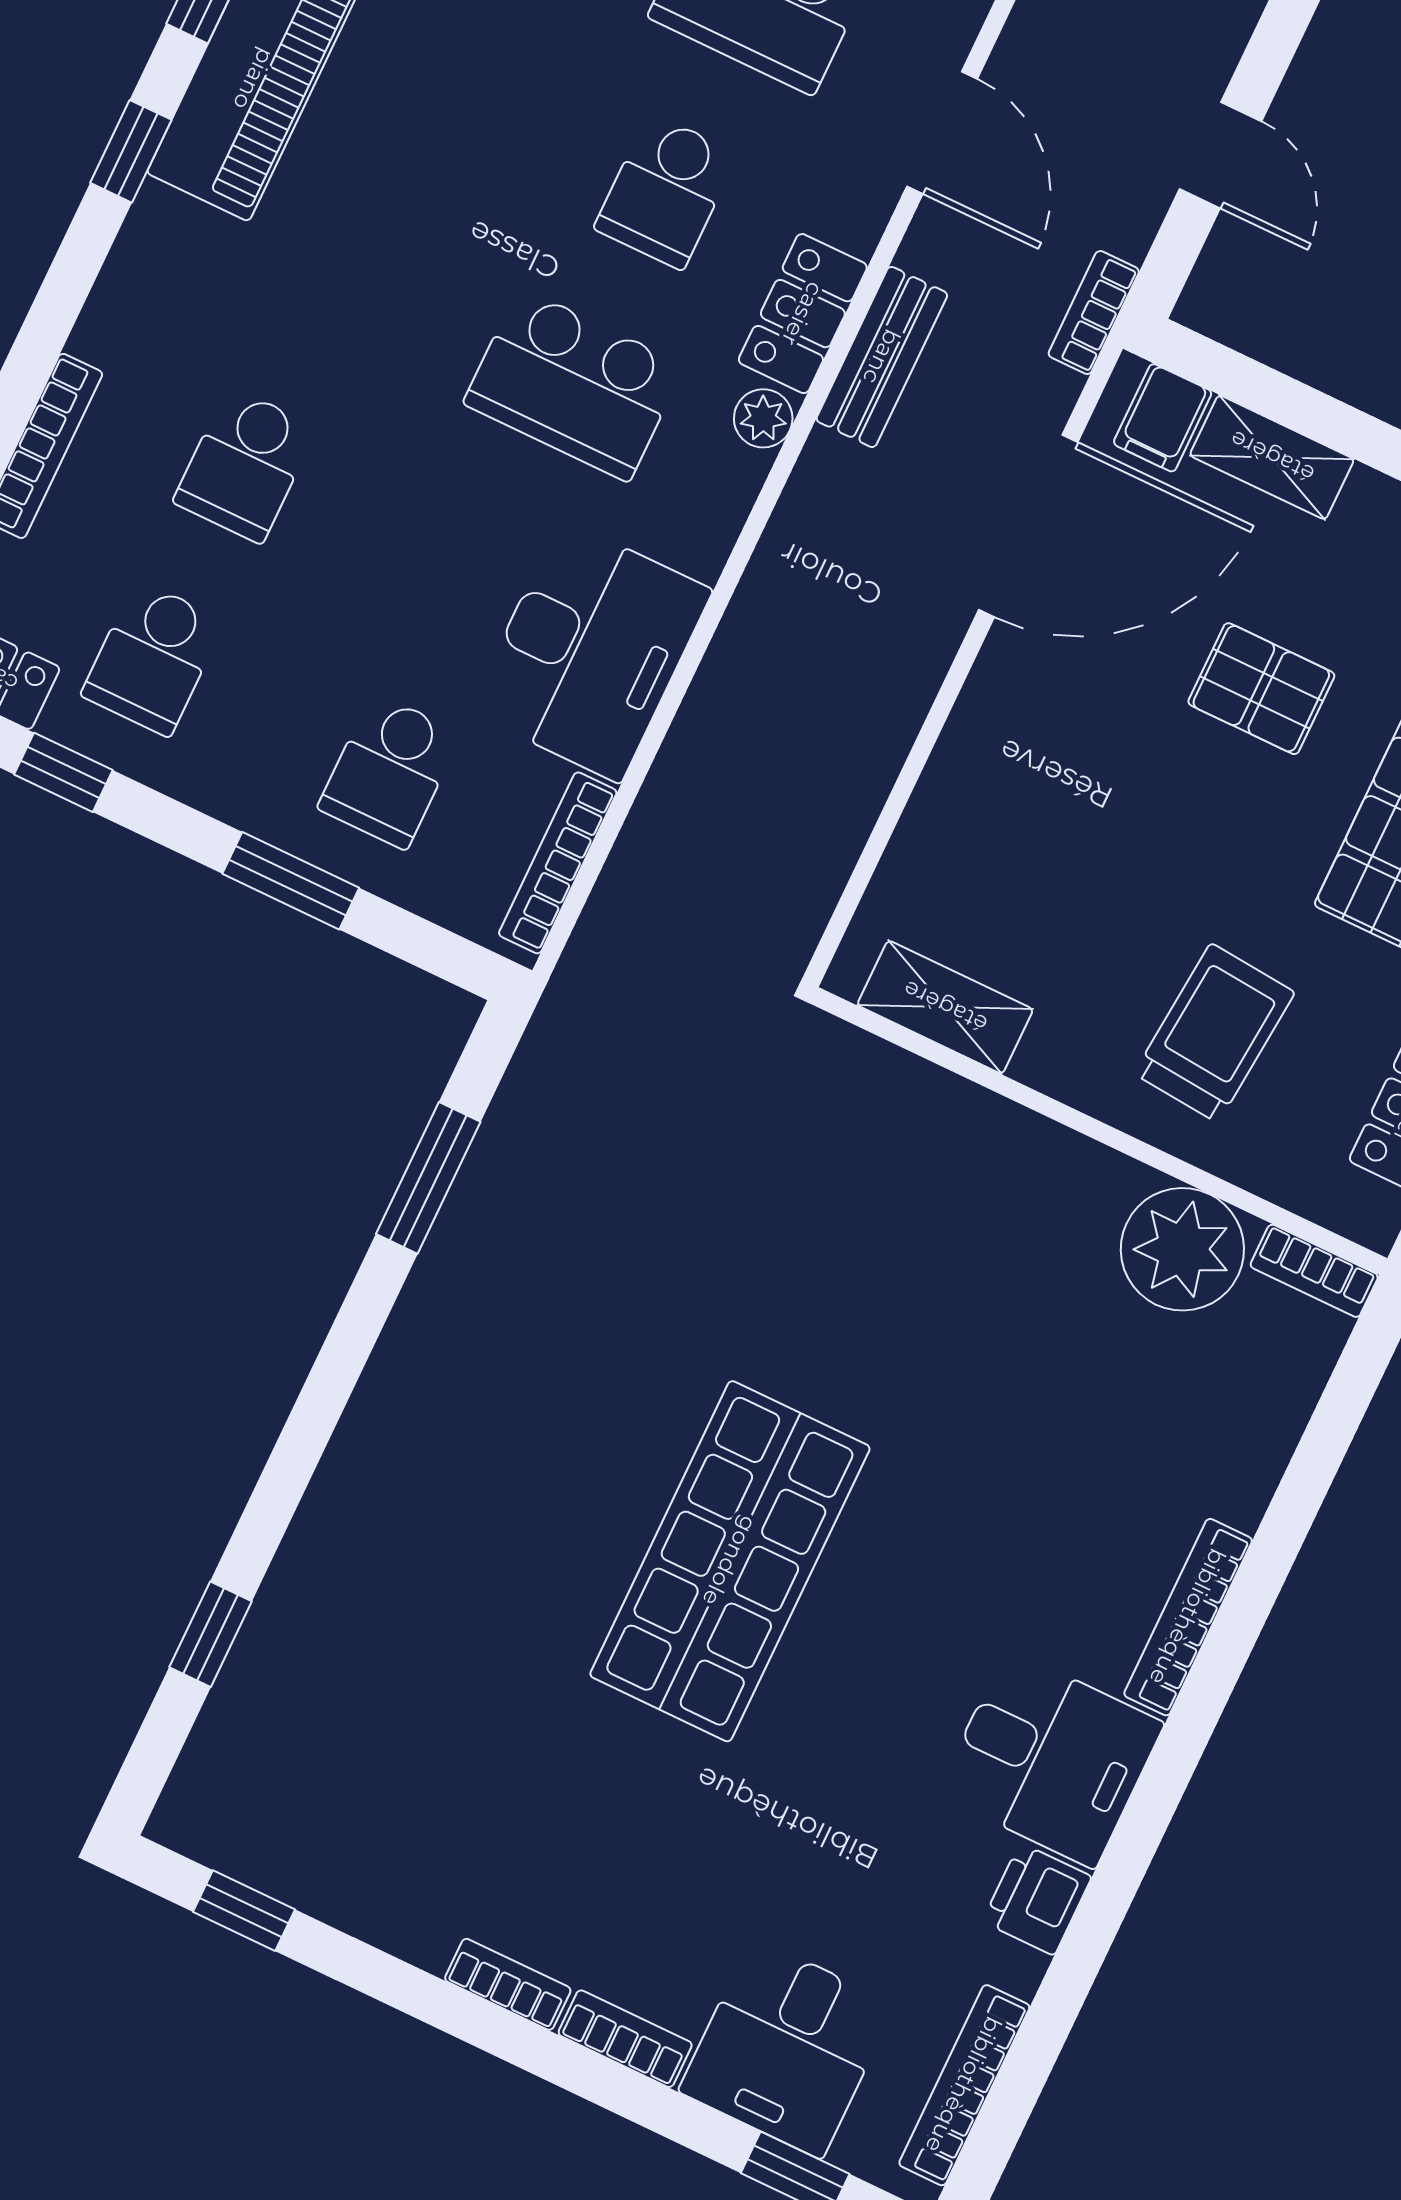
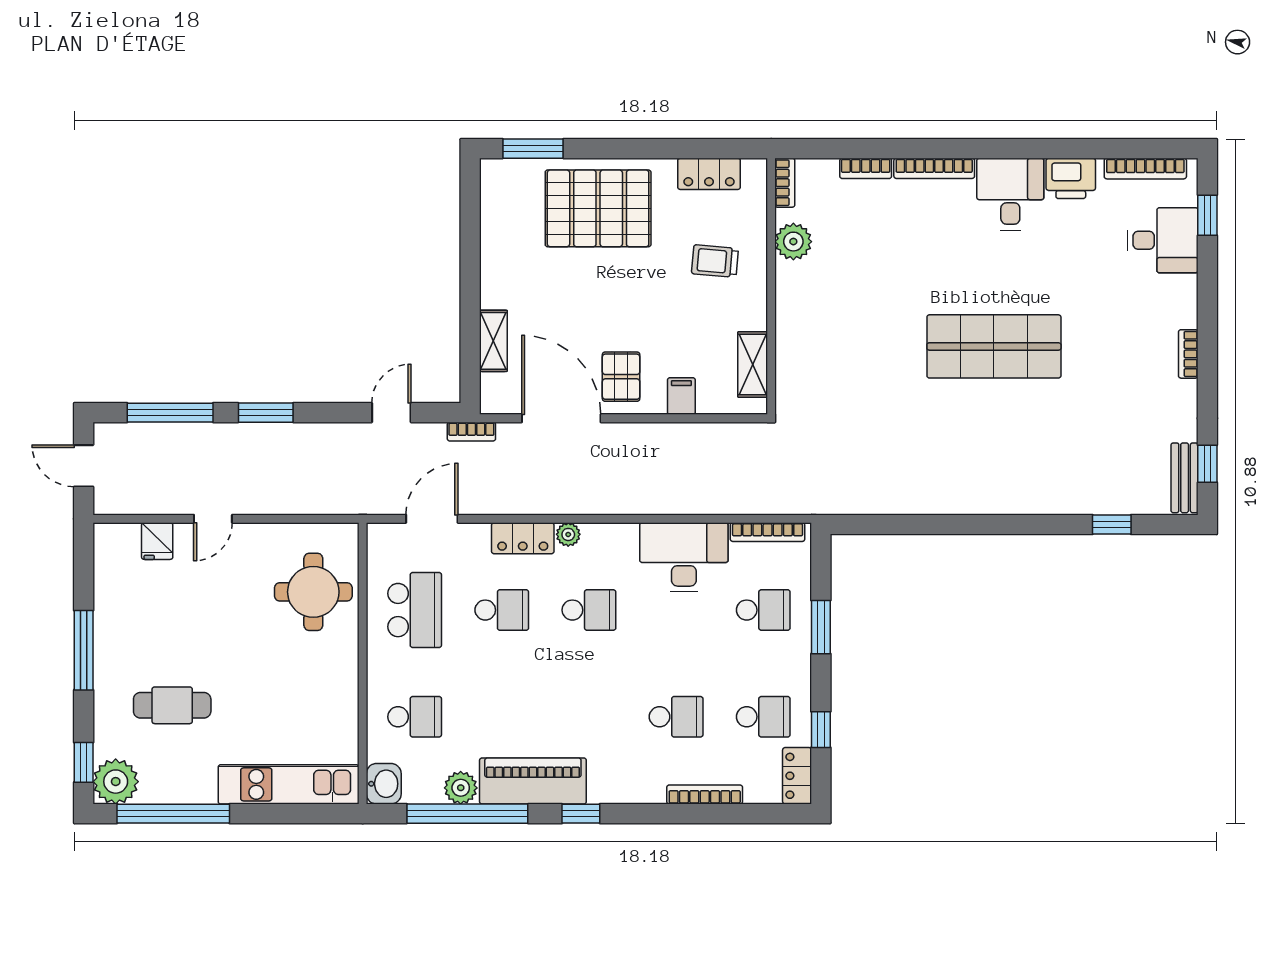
bench: (882, 357) -> (1185, 478), moved, turned 90
school desk: (574, 384) -> (589, 610), width x0.54
filing cabinet: (1163, 418) -> (681, 396), moved, turned -90
pallet: (1261, 689) -> (621, 377), moved
trolley: (1214, 1033) -> (715, 261), width x0.73, depth x0.72
window: (428, 1178) -> (906, 524), removed
plant: (1182, 1249) -> (793, 242), width x0.73, depth x0.73
printer: (1037, 1899) -> (1071, 178), width x1.36, depth x1.24
bookcase: (625, 2039) -> (866, 168), moved, turned -90

